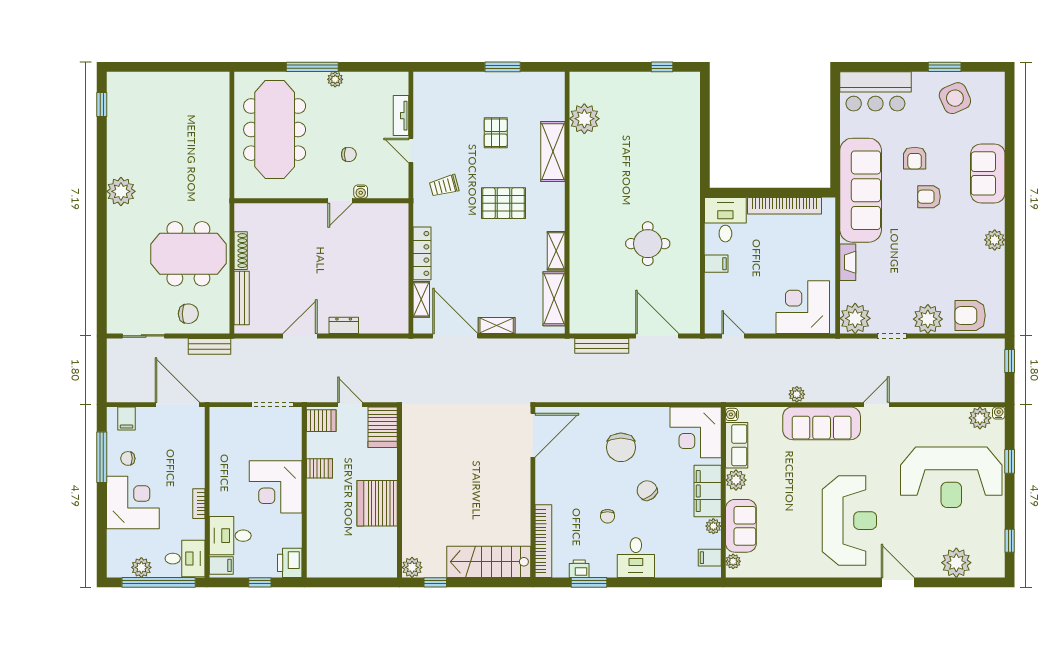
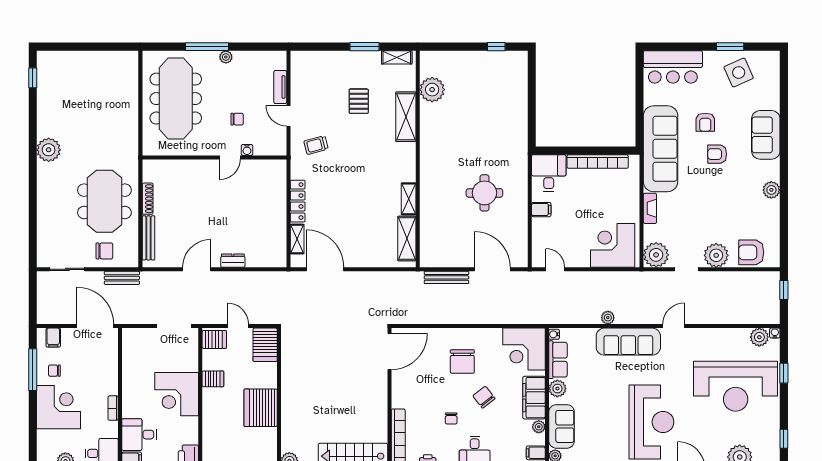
pallet: (503, 203) -> (365, 159), removed
meeting table: (188, 254) -> (104, 201), turned 90
shelving: (497, 325) -> (397, 57), moved

